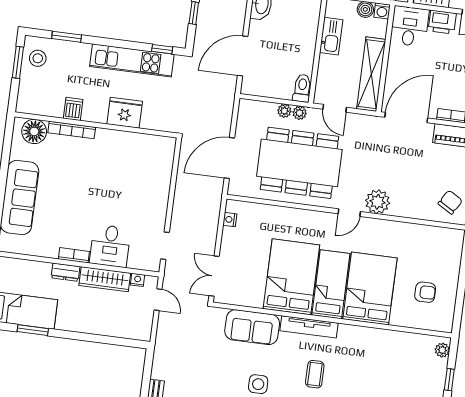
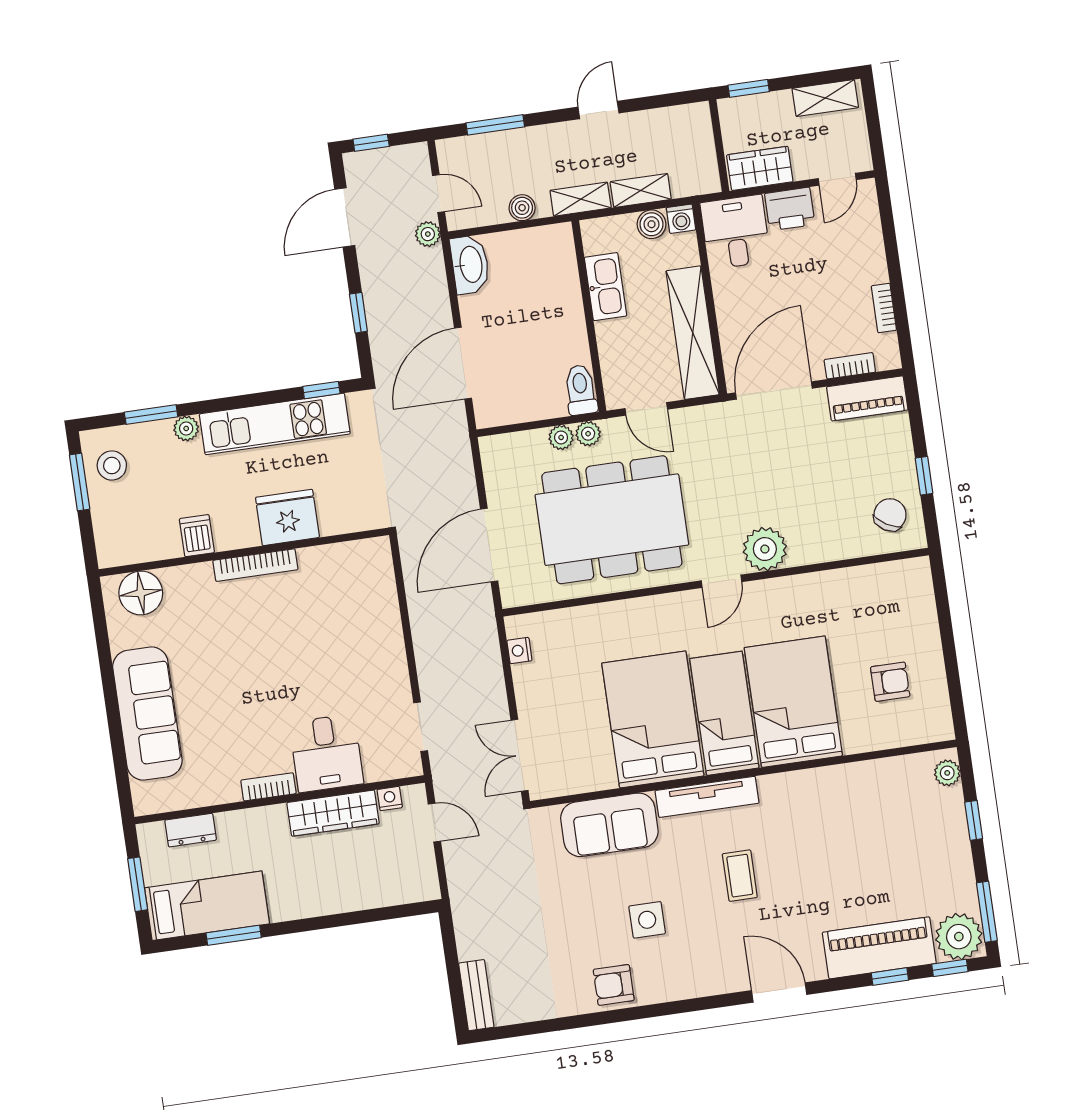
plant: (83, 50) -> (186, 428), added
bookcase: (72, 130) -> (255, 565), moved
dresser: (66, 272) -> (191, 830), moved

